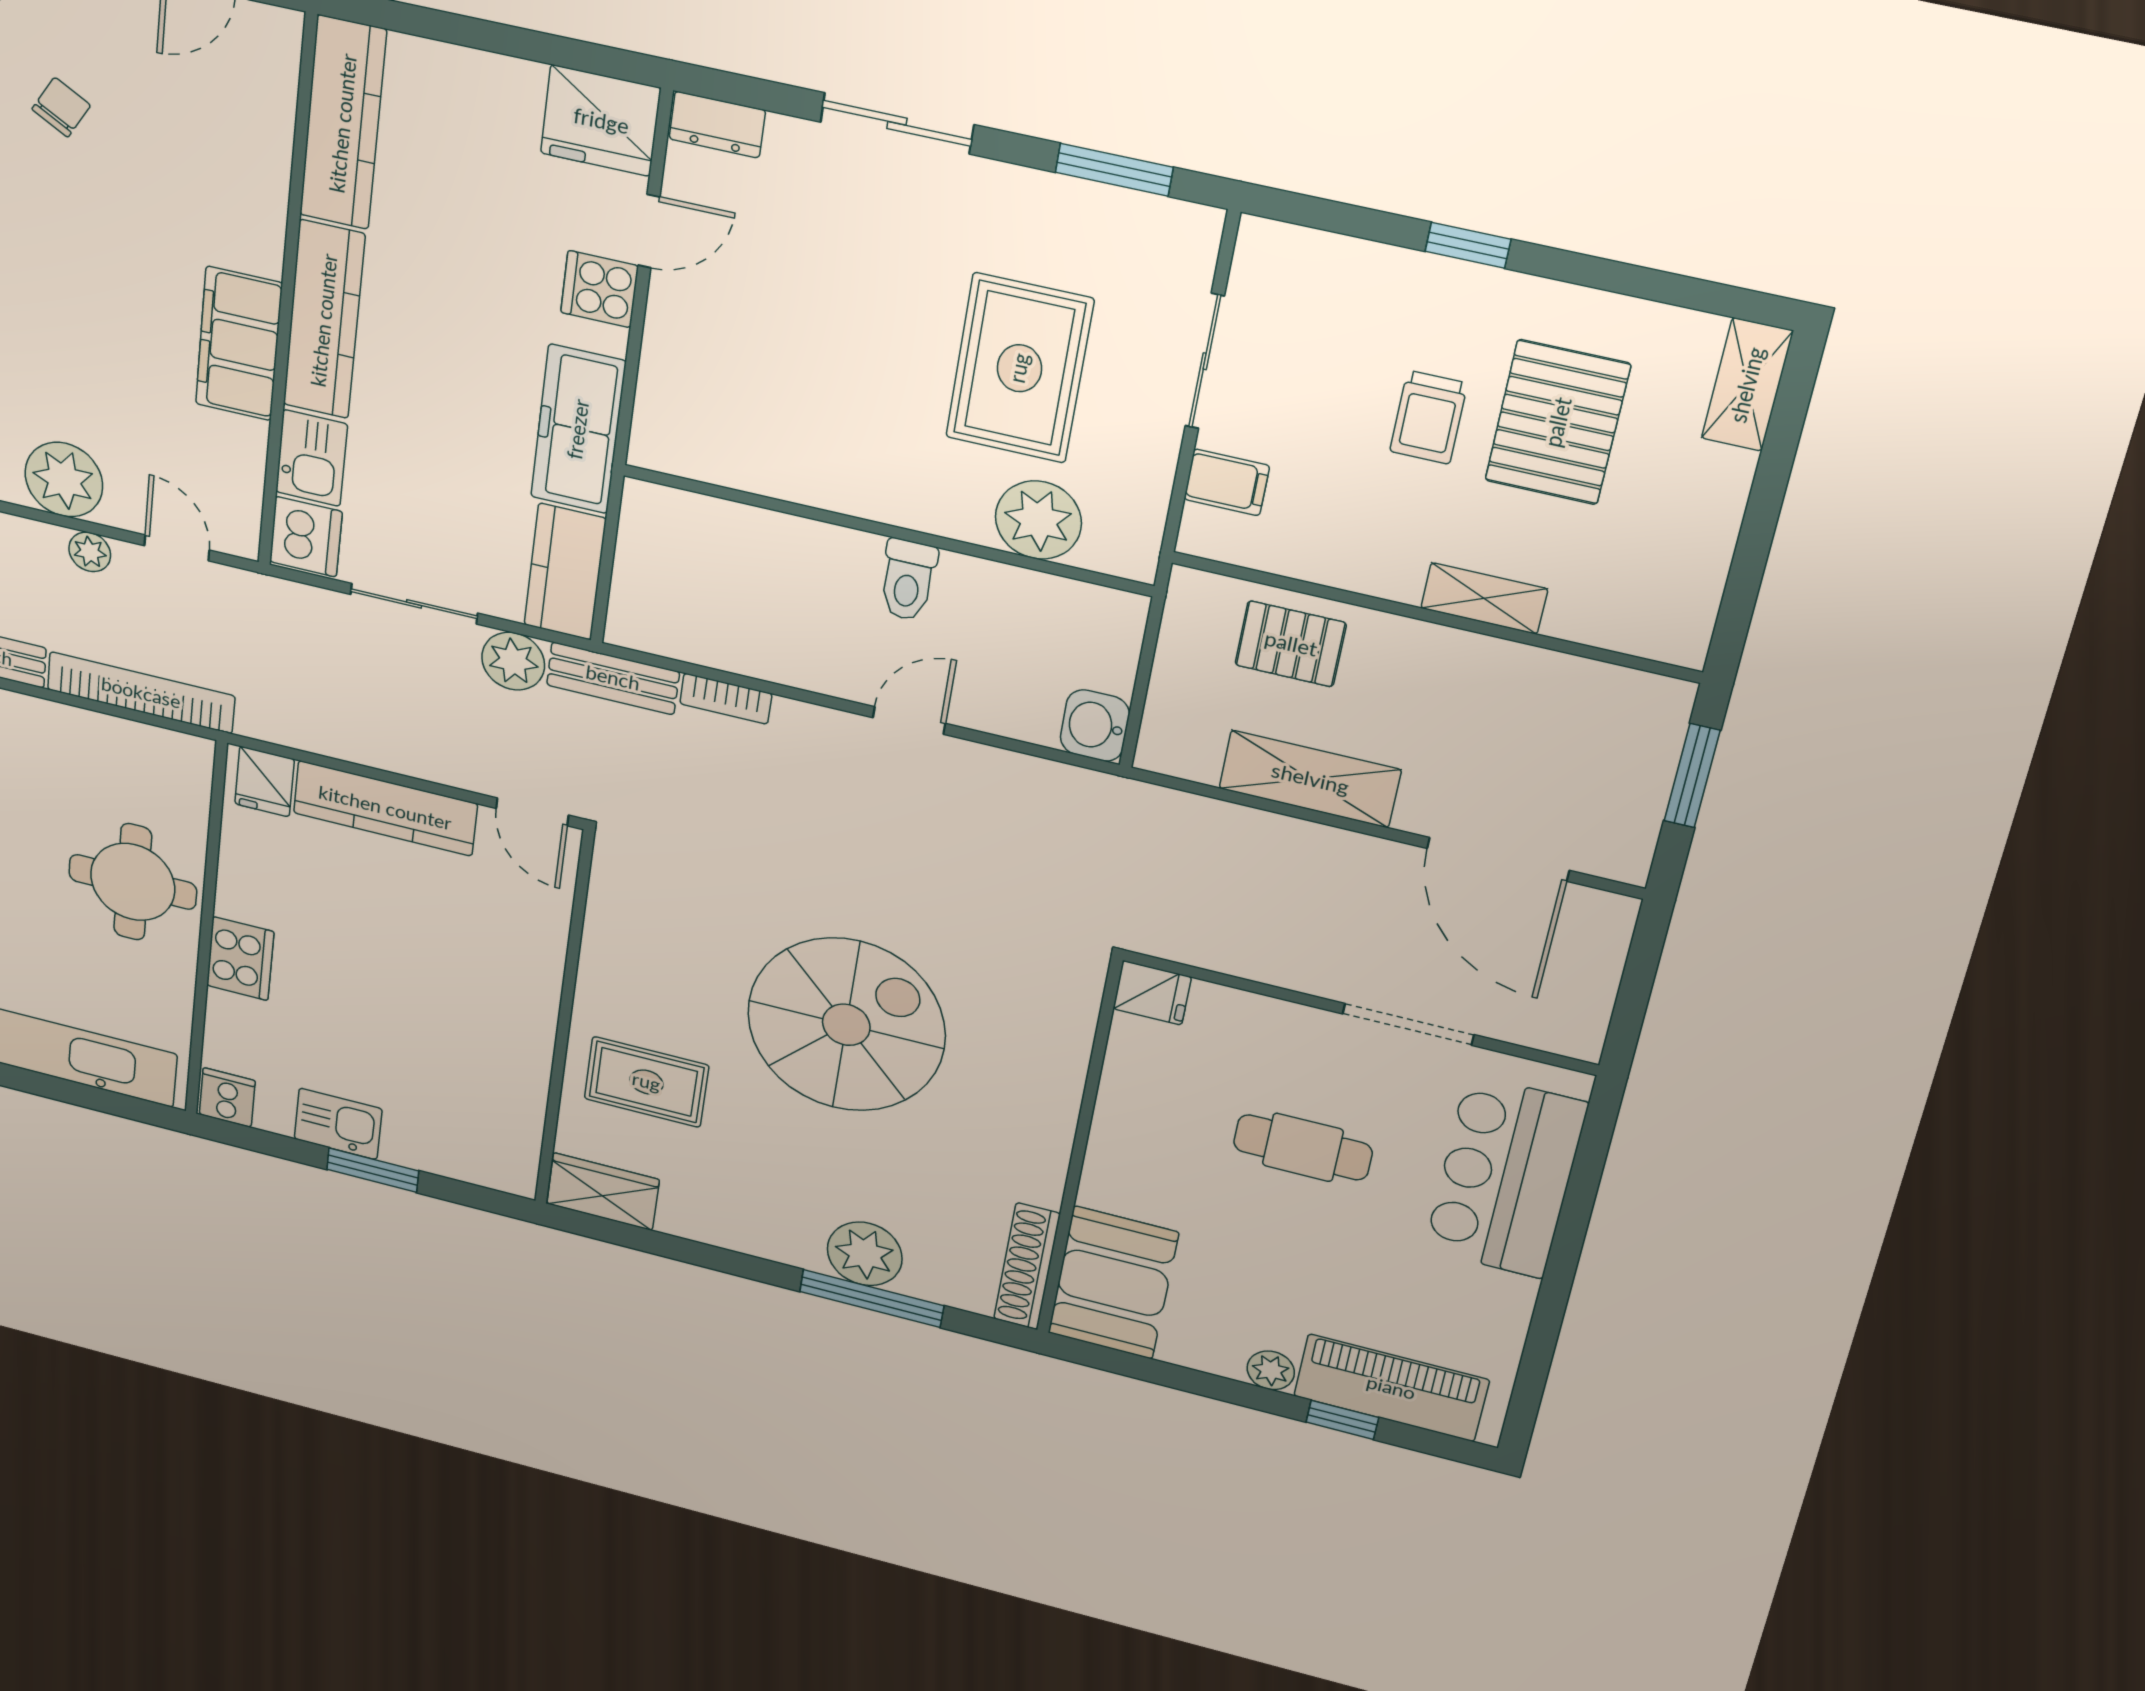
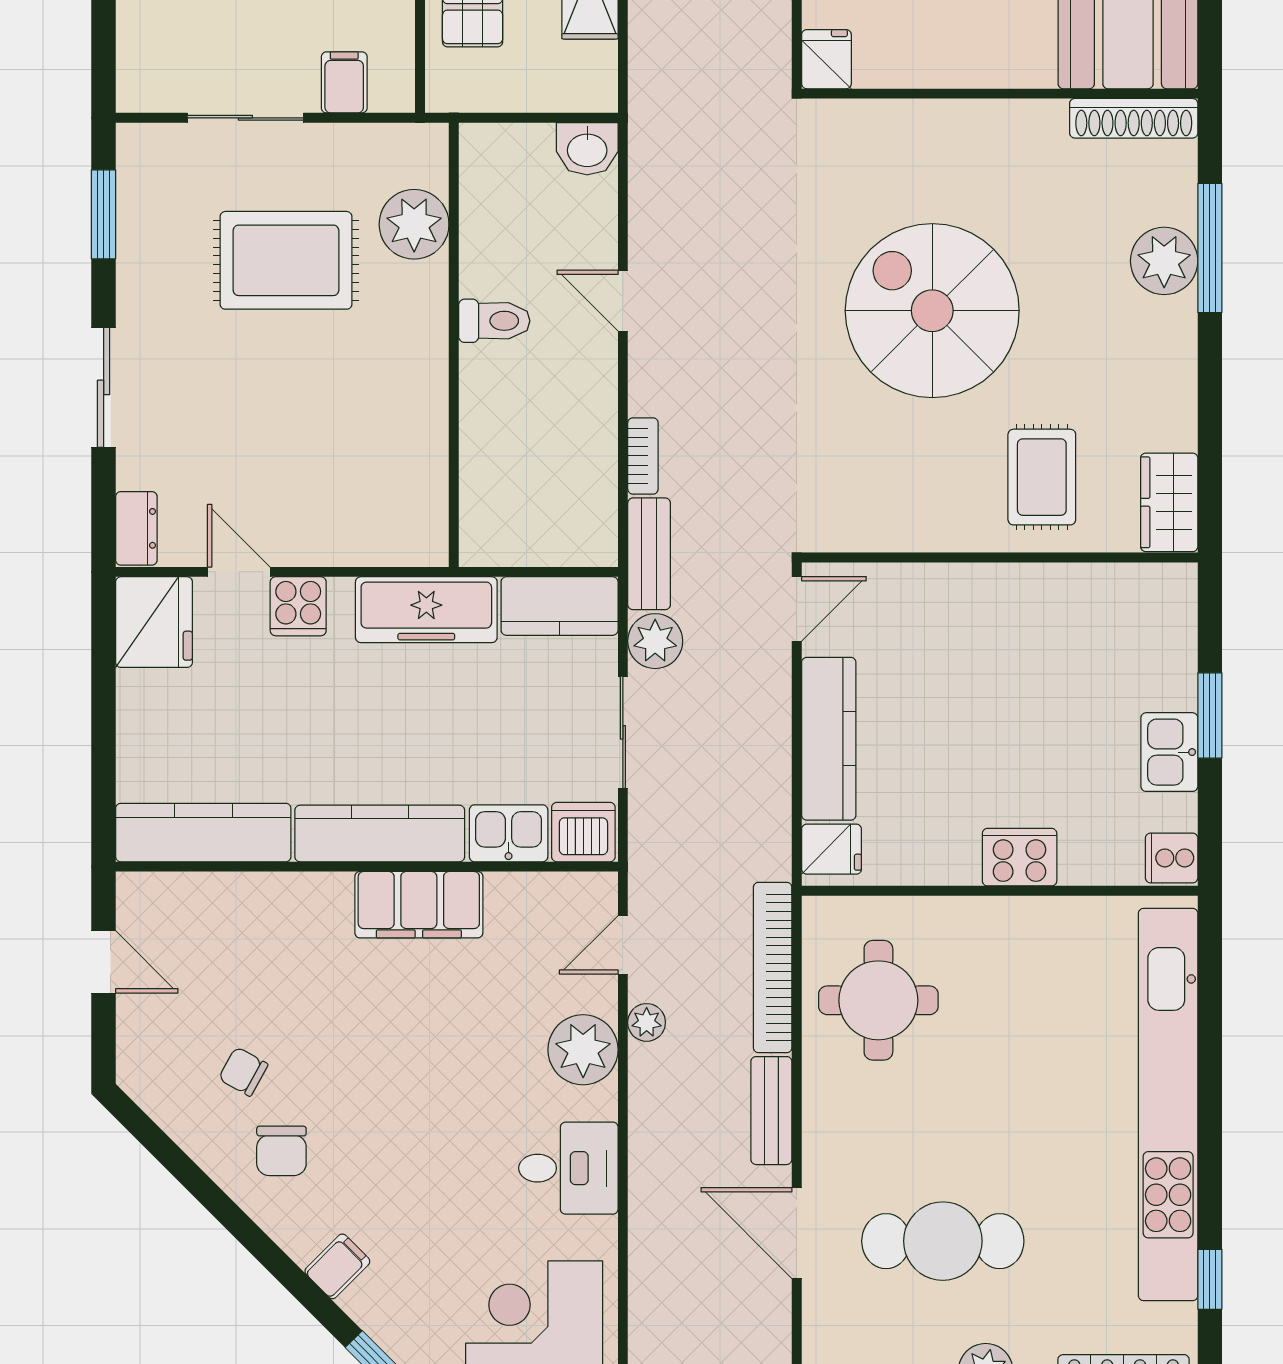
round table: (133, 882) -> (878, 1000), moved

